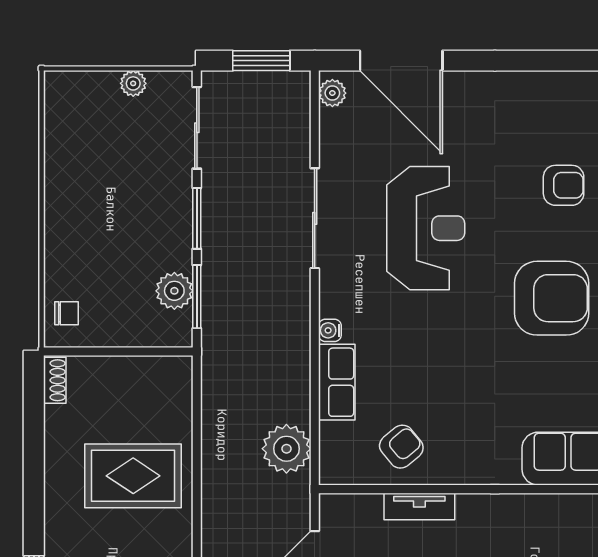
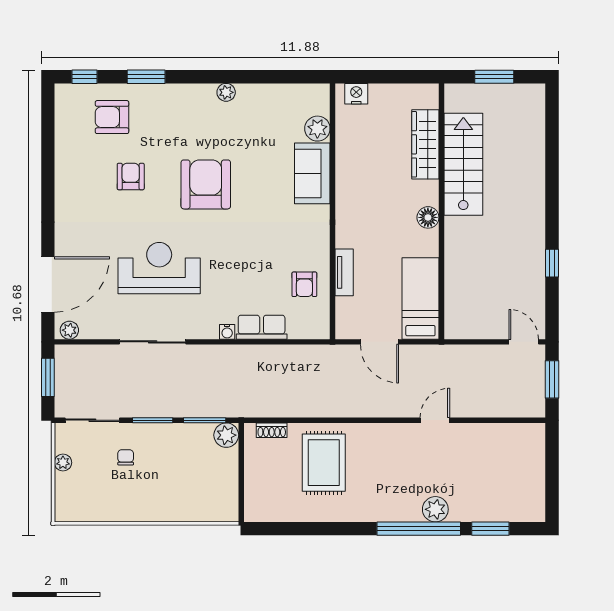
plant: (174, 291) -> (226, 435), moved
chair: (67, 313) -> (126, 457), moved
shoe rack: (55, 380) -> (272, 430), moved, turned 180
armchair: (401, 447) -> (304, 284), turned -140
plant: (286, 449) -> (306, 361), removed

